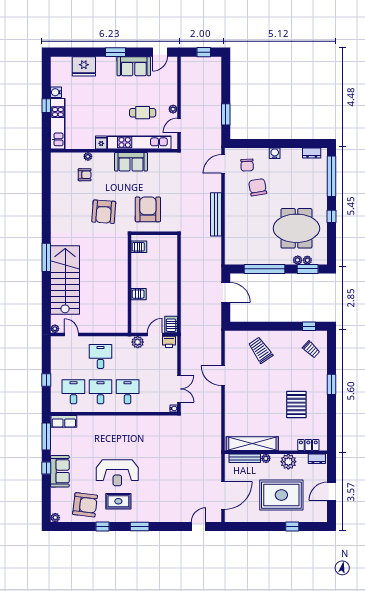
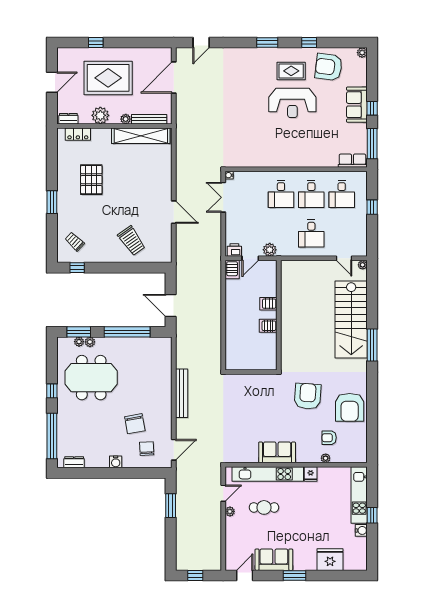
armchair: (148, 209) -> (350, 407), moved
server rack: (139, 247) -> (268, 326), moved
reception desk: (117, 473) -> (292, 103), turned 180

